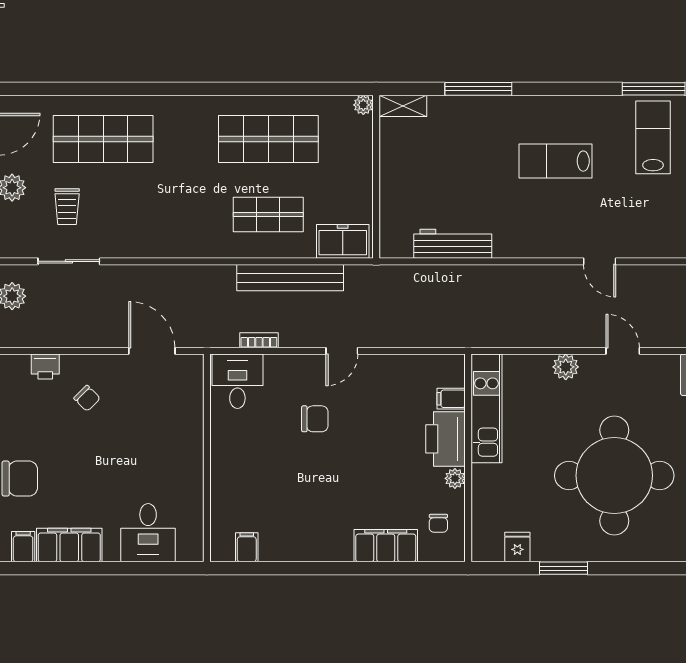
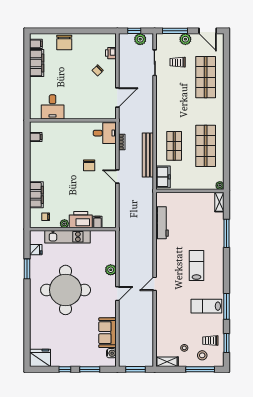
lab bench: (653, 137) -> (206, 306), turned 180
kitchen unit: (486, 408) -> (67, 237), moved
desk: (148, 533) -> (53, 107), moved, turned -90

